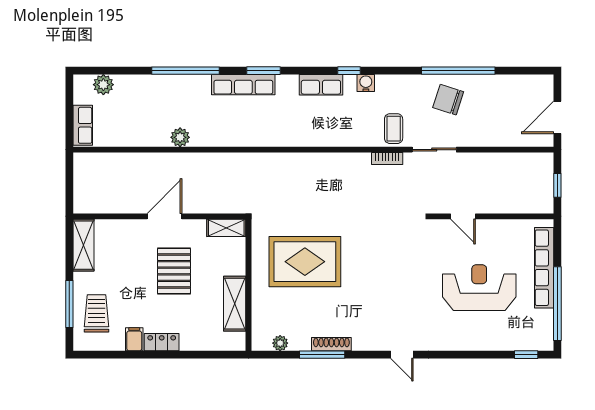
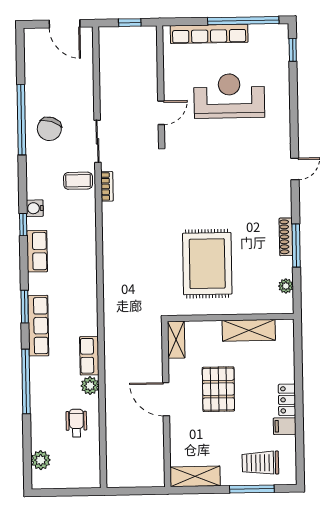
wheelchair: (141, 122) -> (76, 423), added
row of seats: (83, 125) -> (89, 356), moved, turned -90
pallet: (174, 271) -> (218, 389), turned 90
reception desk: (479, 288) -> (229, 96), turned 90

